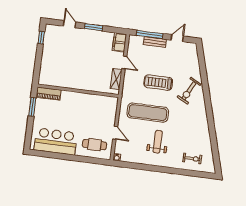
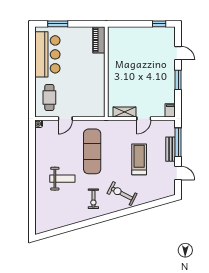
door: (70, 24) -> (178, 53), hinge flipped
filing cabinet: (119, 42) -> (170, 110), width x0.50
treadmill: (158, 83) -> (139, 159), moved
window: (32, 107) -> (58, 24), moved
weight bench: (158, 142) -> (62, 179), moved
exercise bike: (192, 159) -> (93, 199), moved

